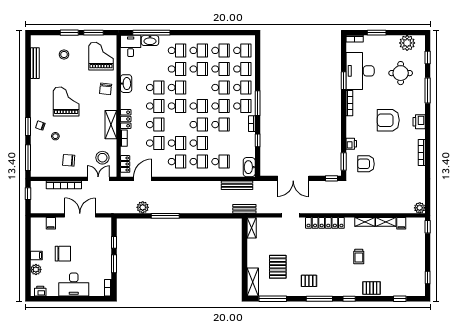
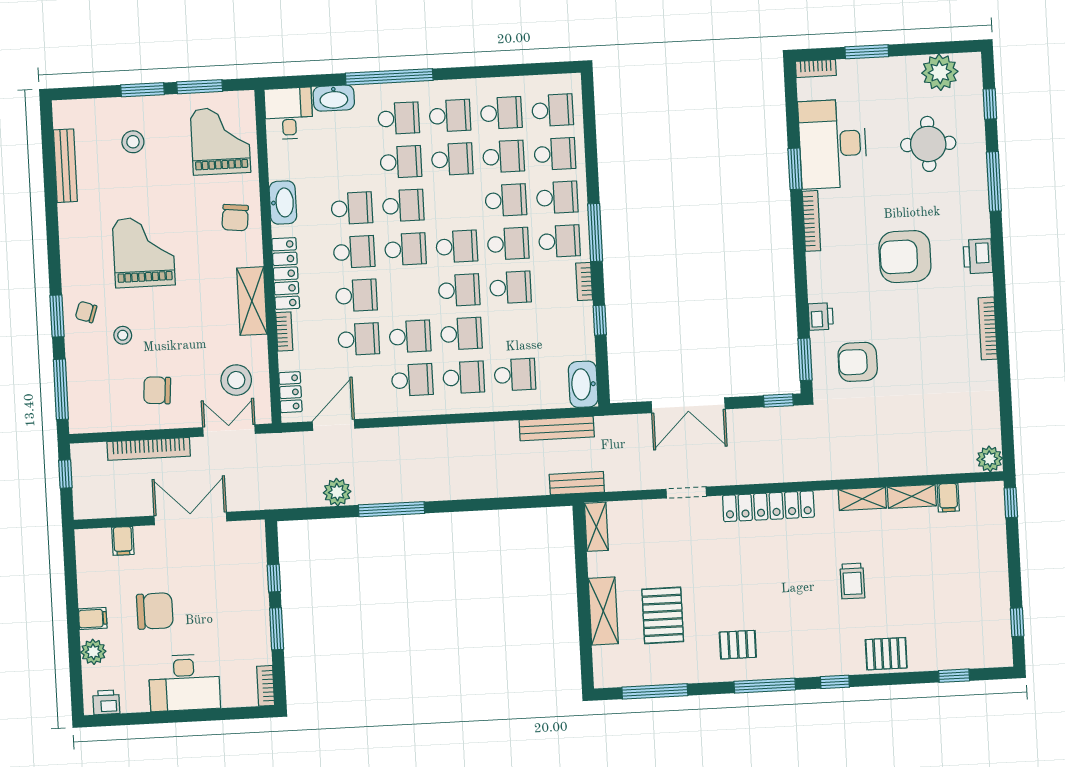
window: (151, 33) -> (389, 77), moved
locker: (126, 119) -> (286, 273), width x1.53
shelving: (253, 282) -> (603, 611), moved

